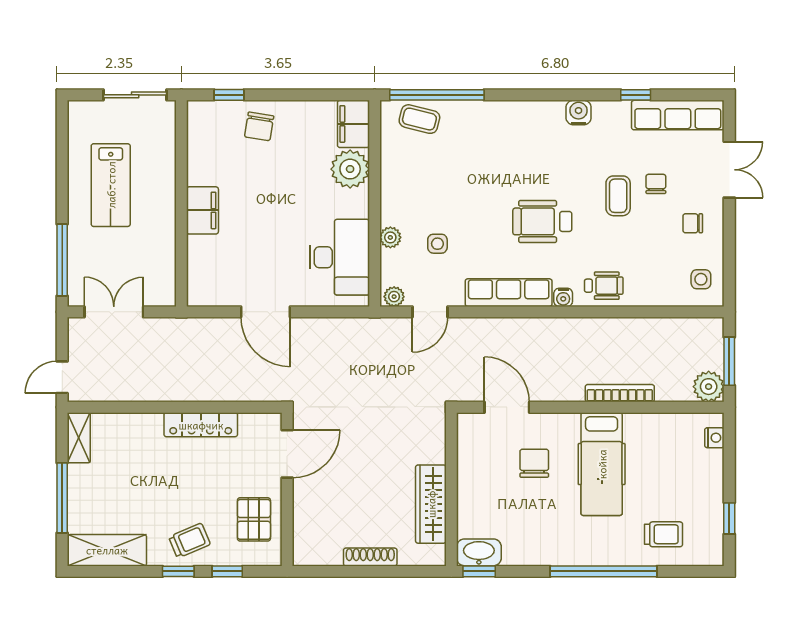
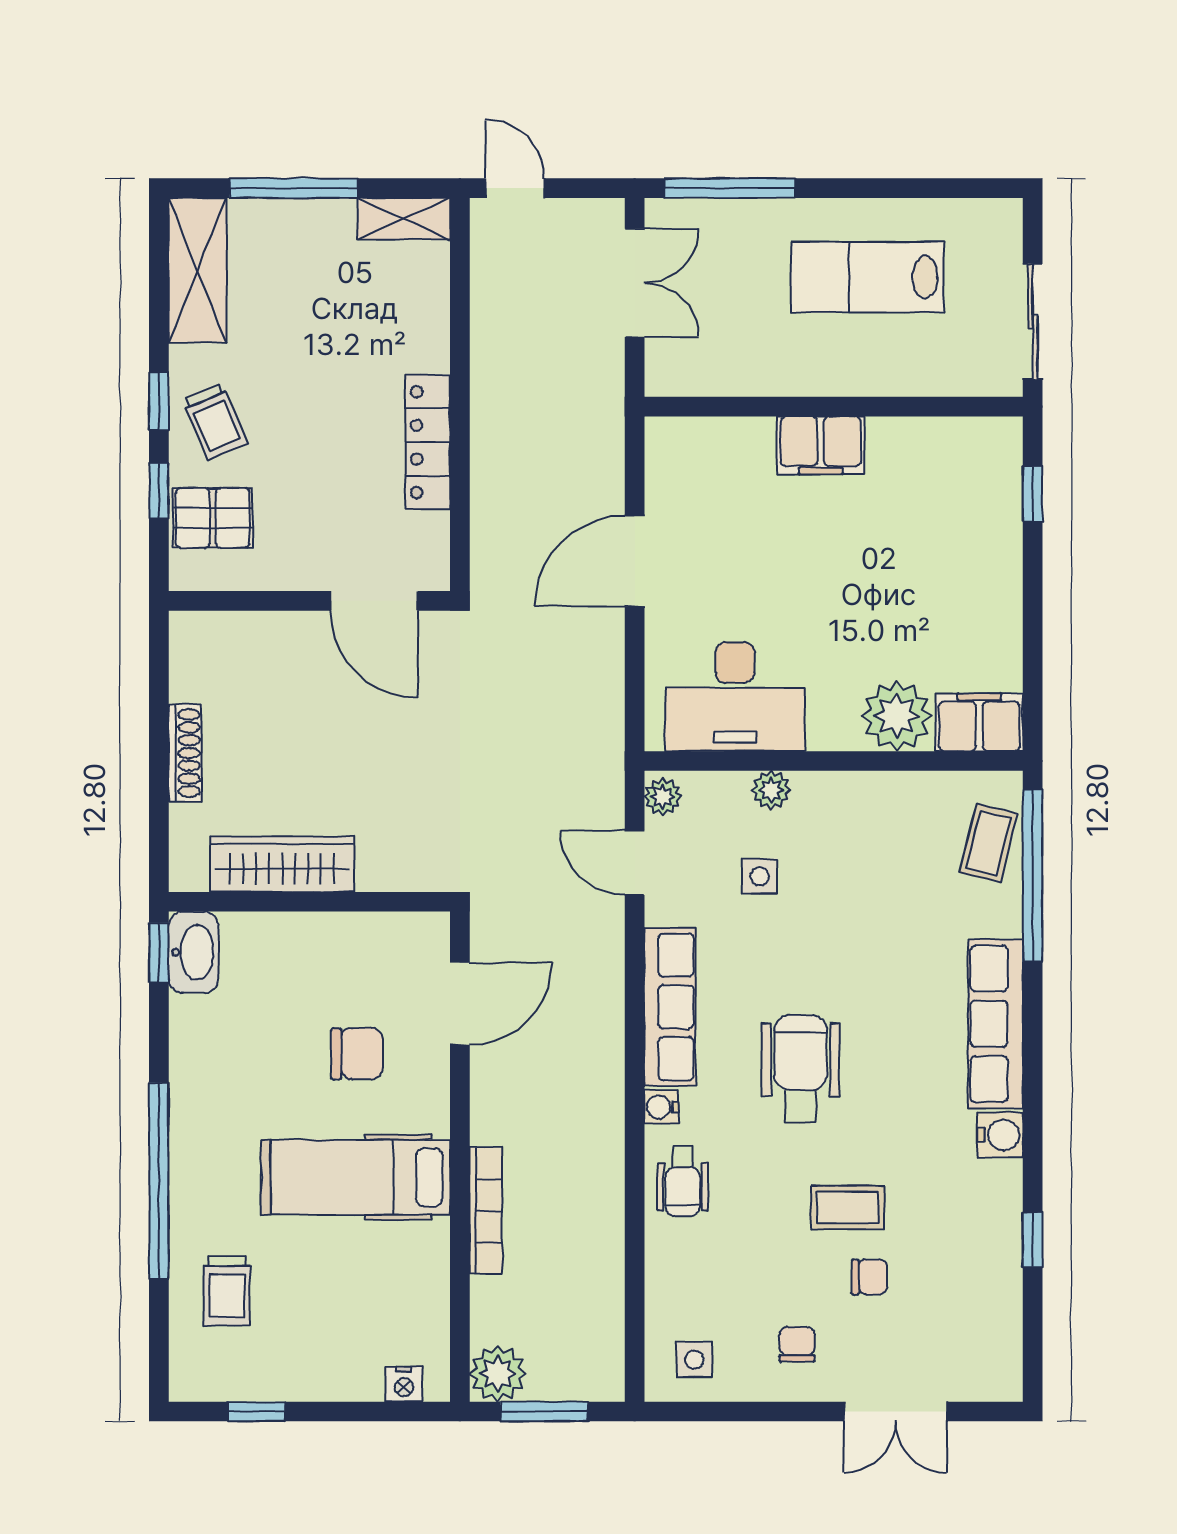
row of seats: (678, 115) -> (996, 1024), moved
chair: (259, 126) -> (975, 549), removed
pallet: (254, 519) -> (213, 518), moved

